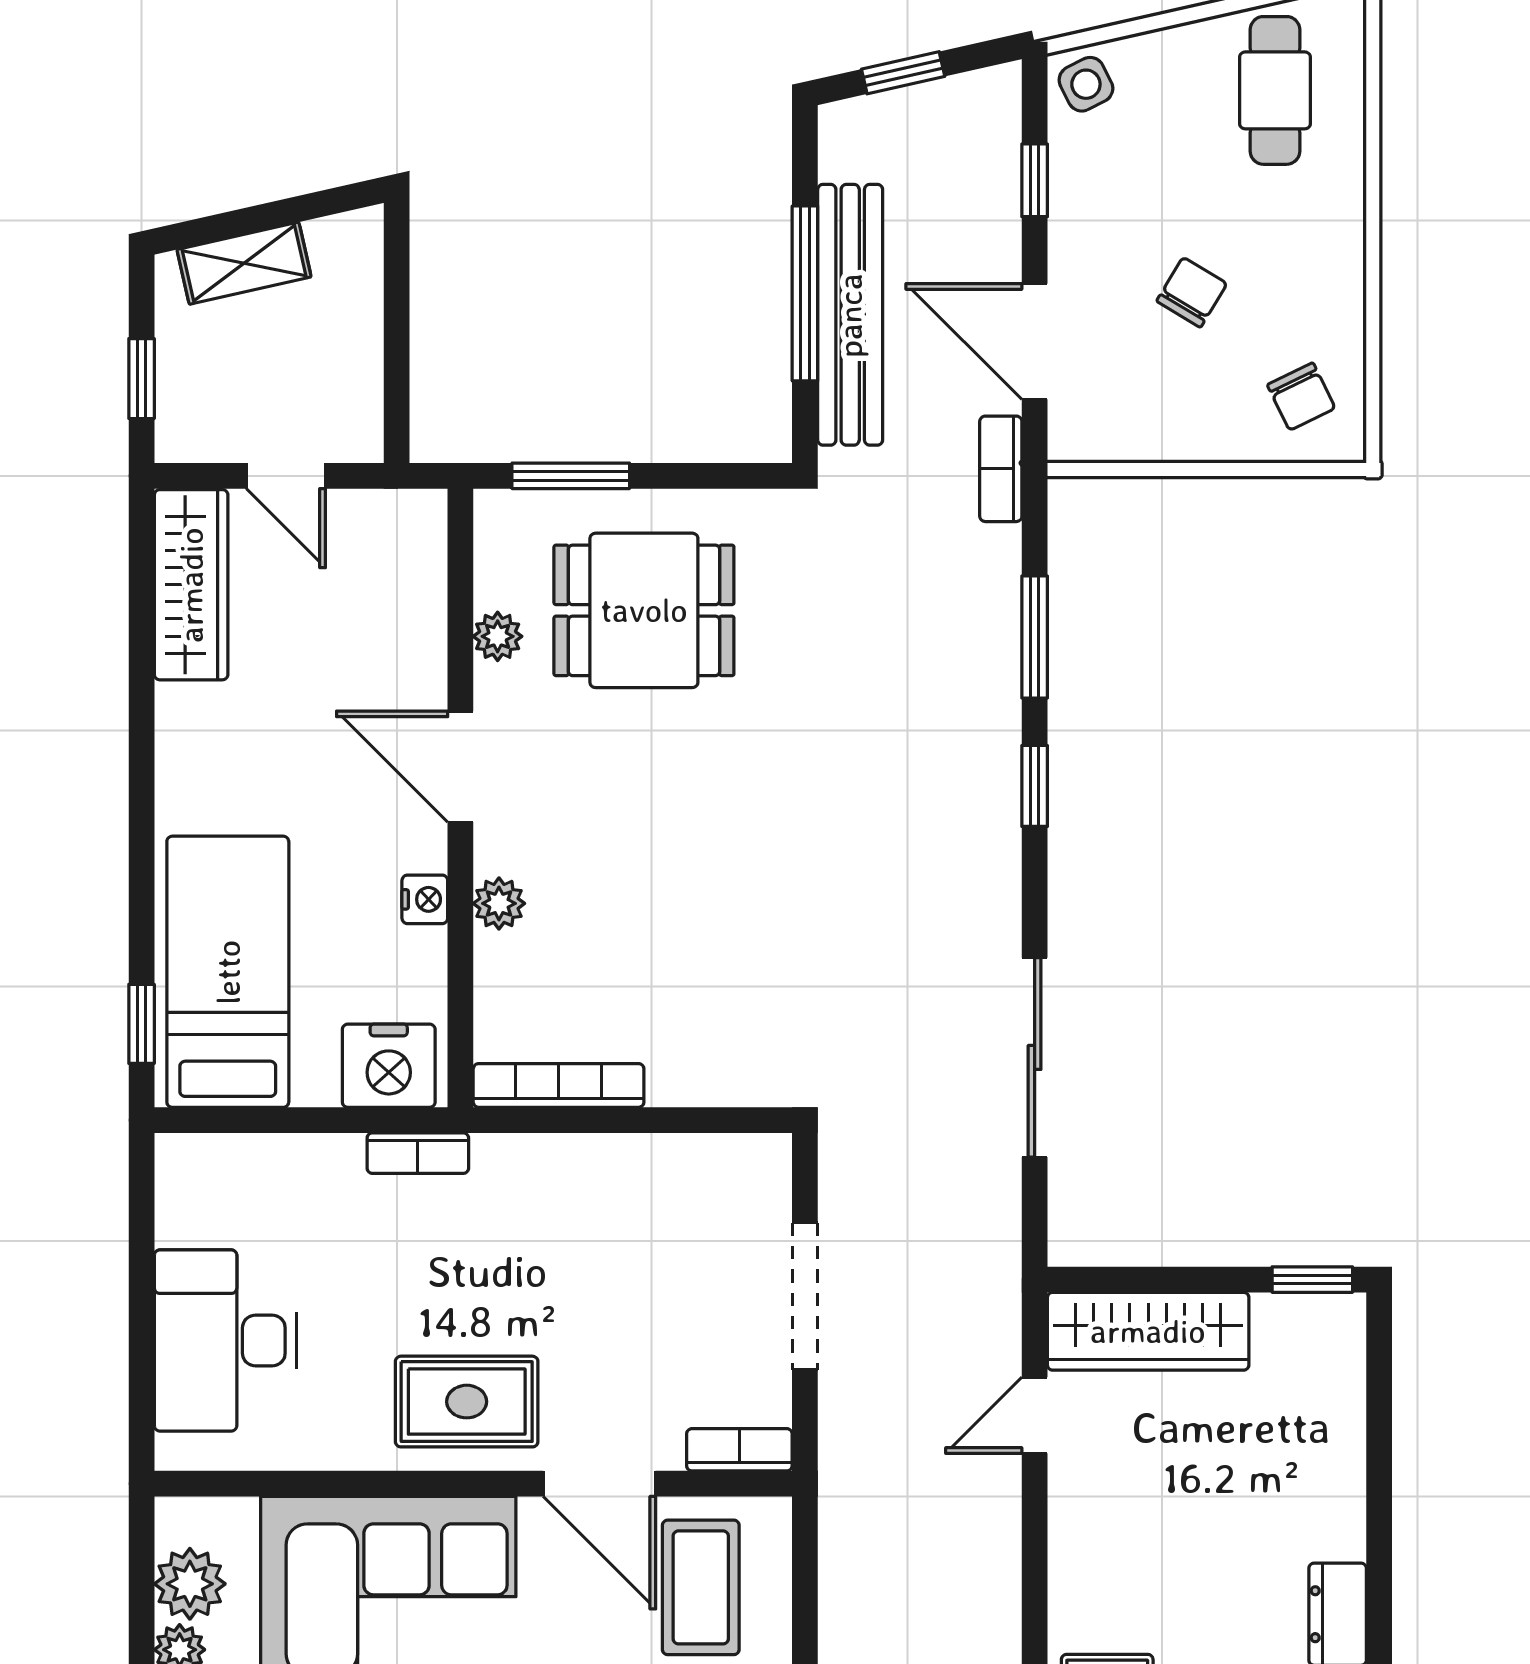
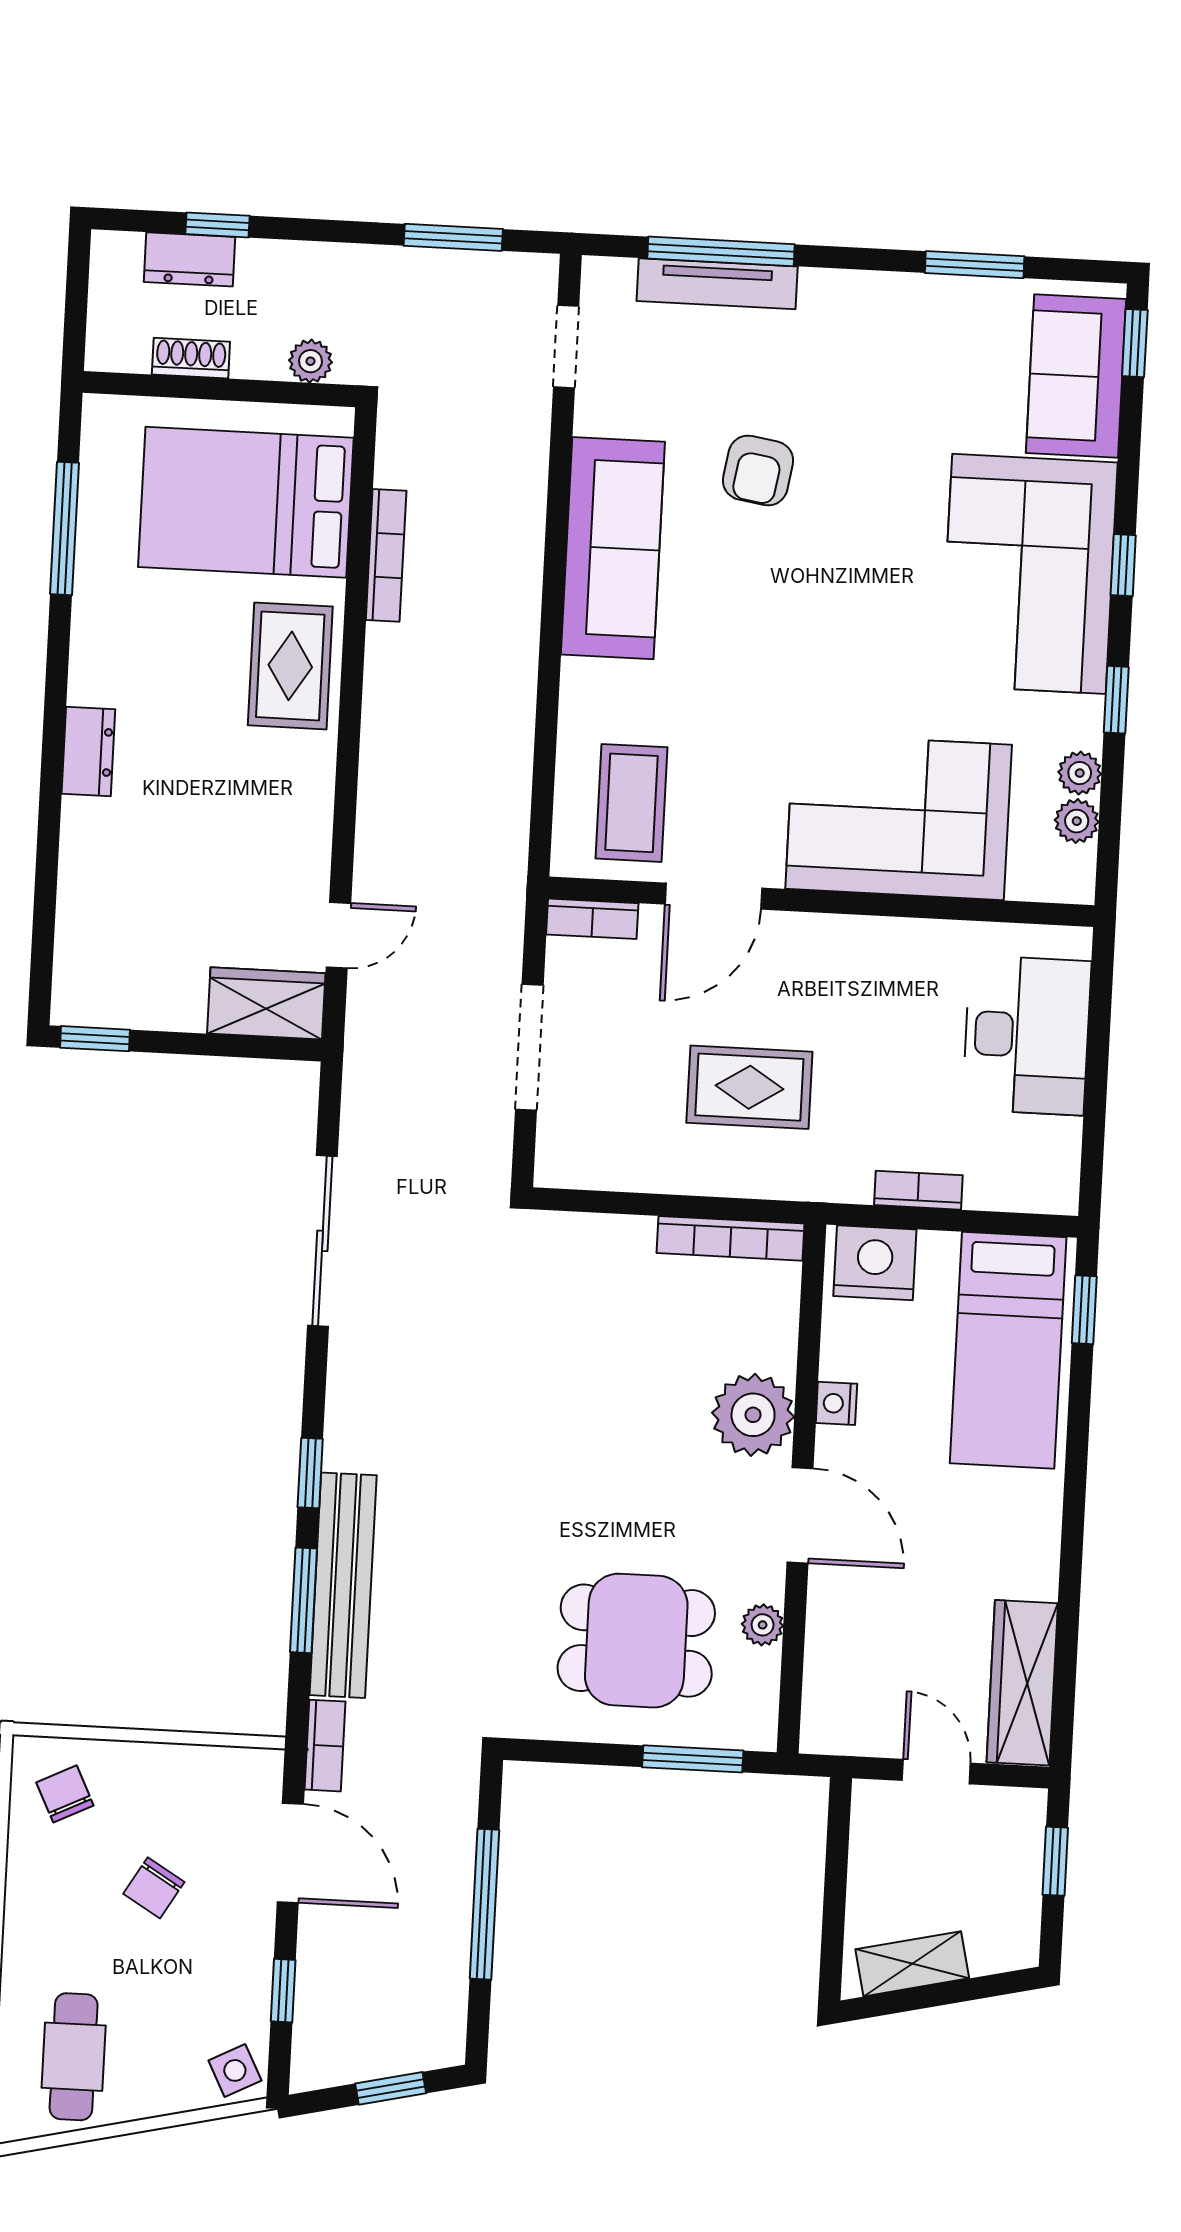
shelving: (244, 263) -> (912, 1964), moved
bench: (850, 315) -> (343, 1585), moved
plant: (499, 903) -> (753, 1415), width x1.88, depth x1.88
bookcase: (418, 1153) -> (918, 1190), moved
wardrobe: (1148, 1331) -> (266, 1003), width x0.67
rug: (467, 1402) -> (749, 1087), moved
door: (599, 1484) -> (713, 896), swing flipped
plant: (190, 1584) -> (1077, 821), width x0.73, depth x0.73

